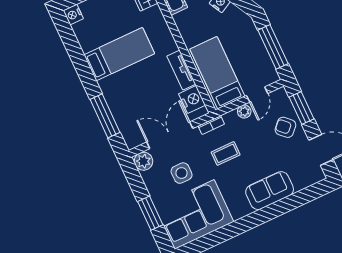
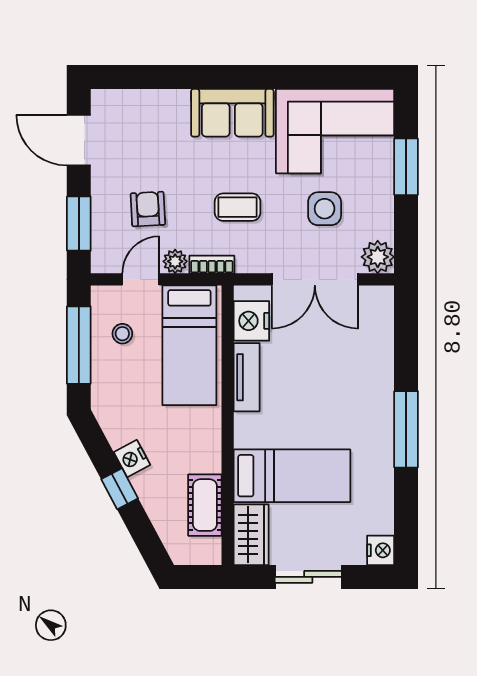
bed: (119, 54) -> (292, 476), moved, turned 180
stool: (254, 63) -> (122, 334), added
window: (105, 116) -> (406, 429), moved
bookcase: (211, 125) -> (212, 264), moved
armchair: (285, 127) -> (148, 209), moved, turned -137
sofa: (270, 191) -> (232, 113), moved

